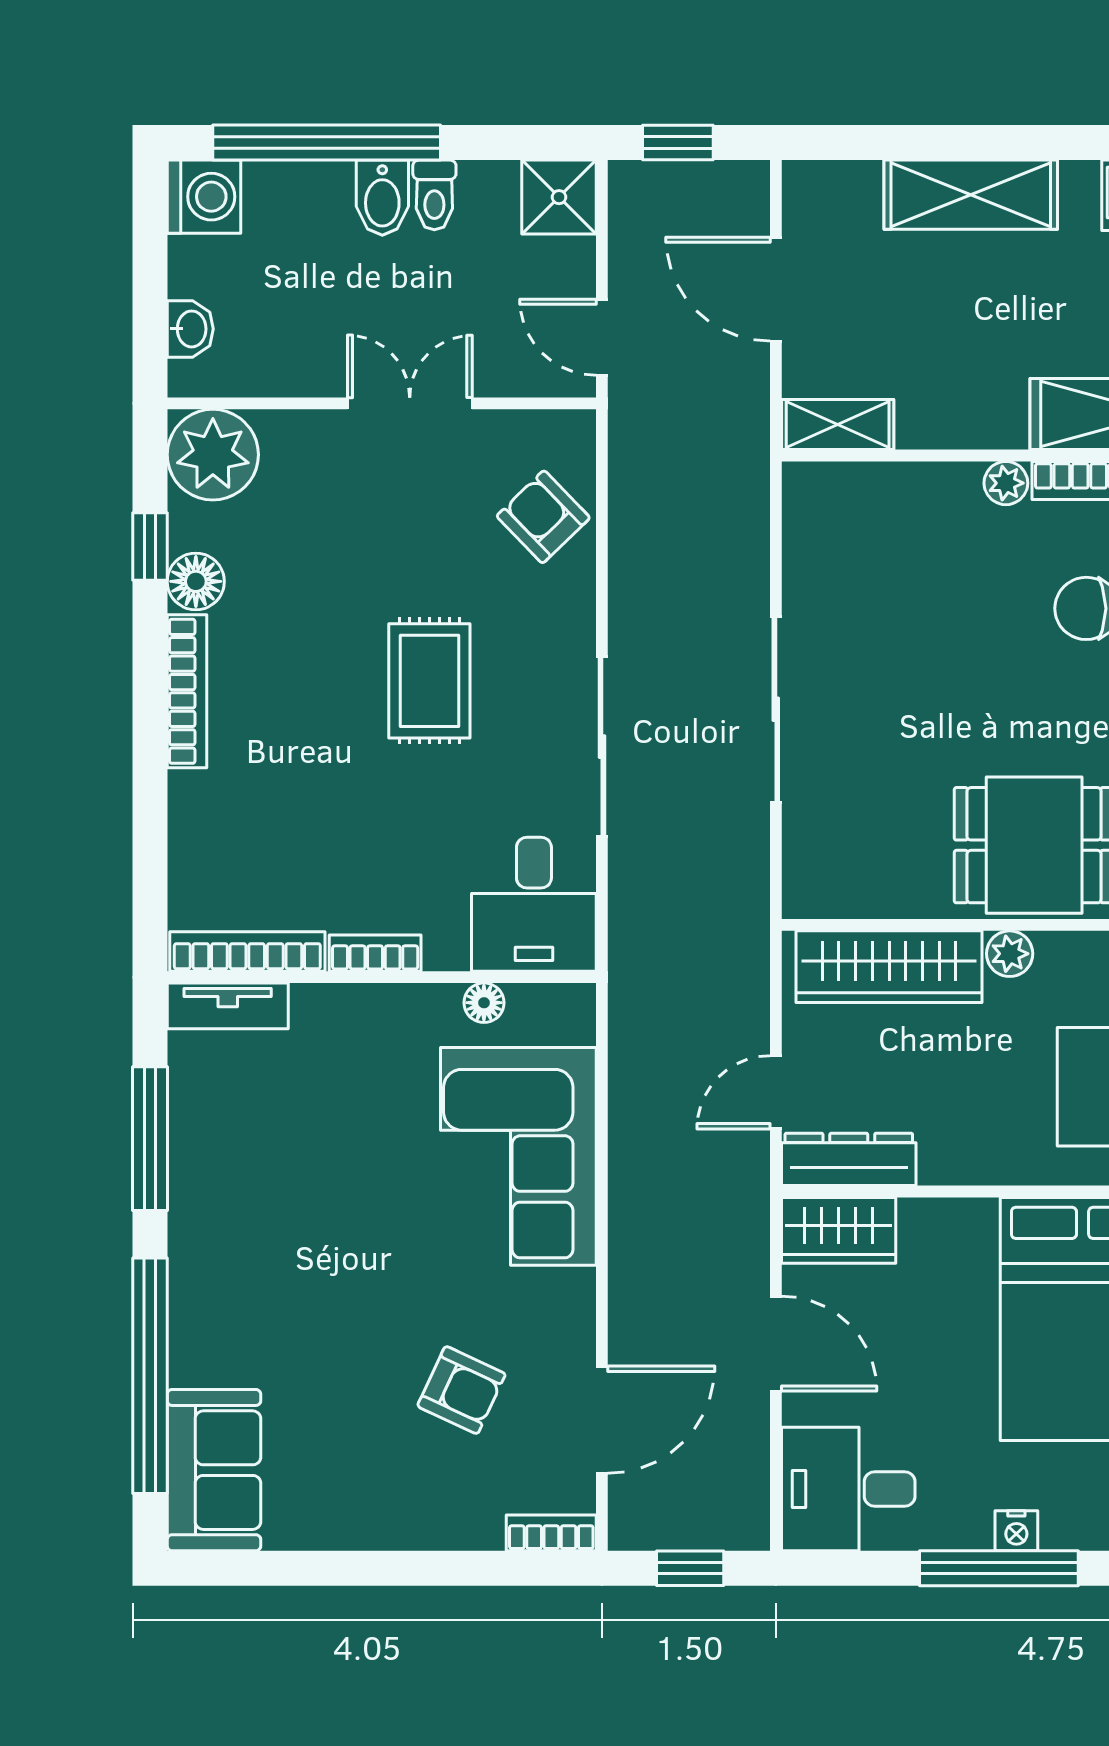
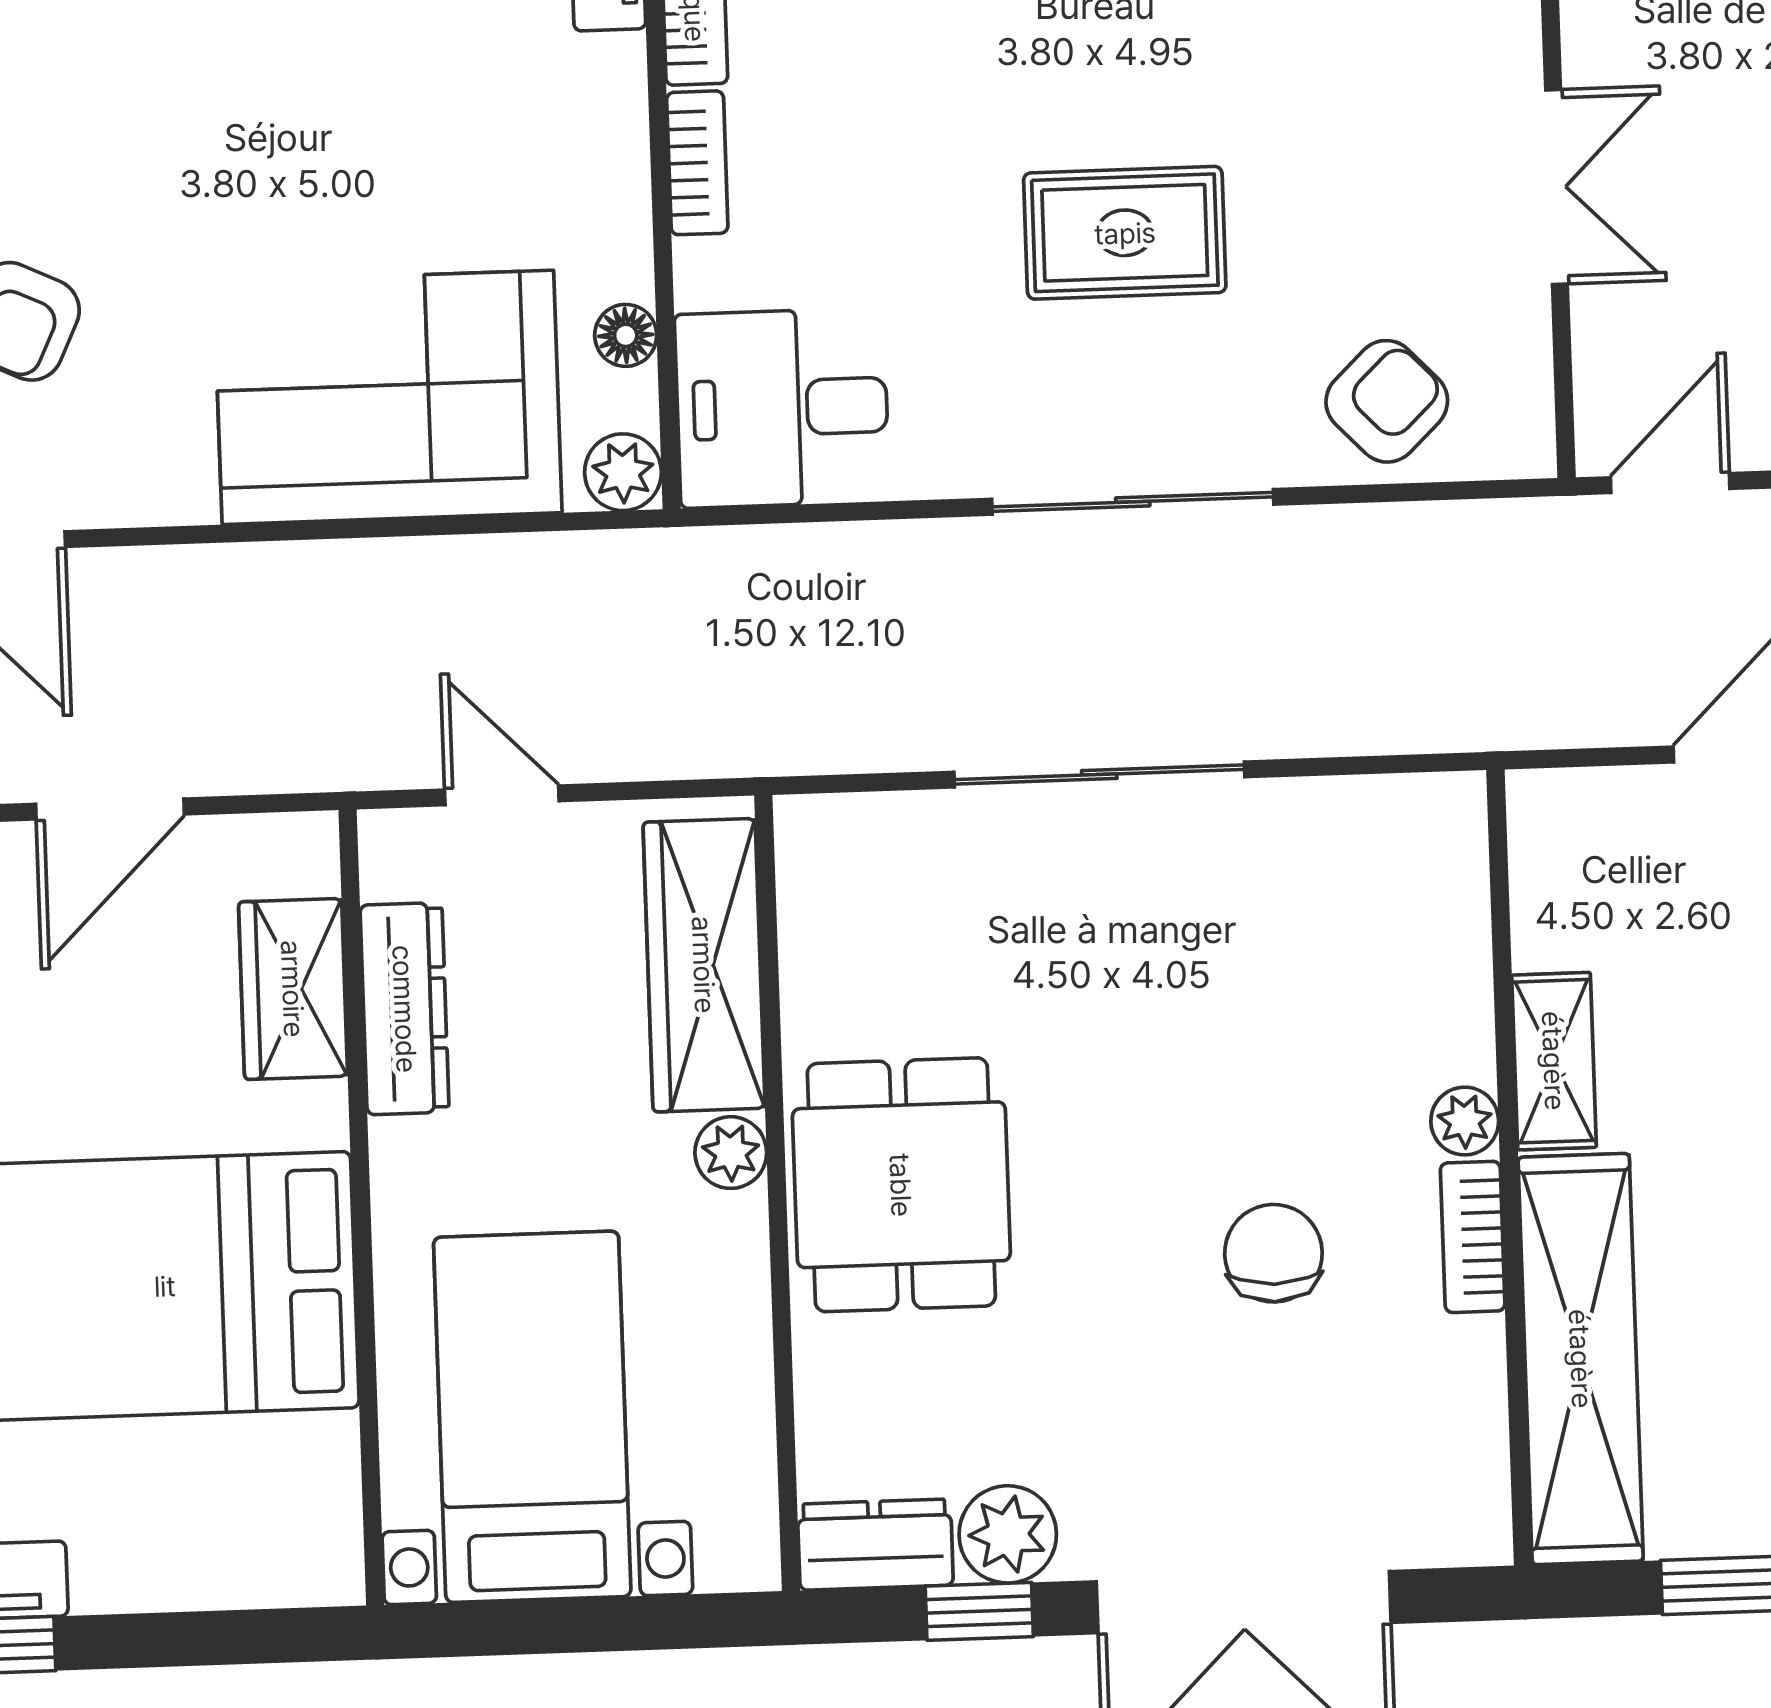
shelving: (838, 425) -> (1554, 1061), moved
sliding door: (602, 747) -> (1133, 502), moved
plant: (572, 1007) -> (623, 472), added
dresser: (849, 1159) -> (405, 1009), moved
wardrobe: (839, 1230) -> (293, 989), moved

